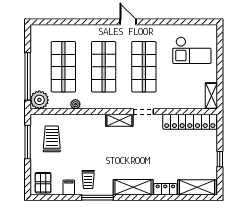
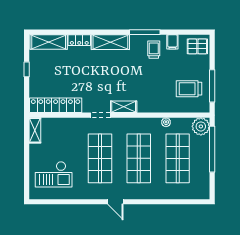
checkout: (192, 50) -> (54, 174), turned 180
trolley: (52, 139) -> (189, 89), turned 90
pallet: (43, 183) -> (197, 46), turned 90

